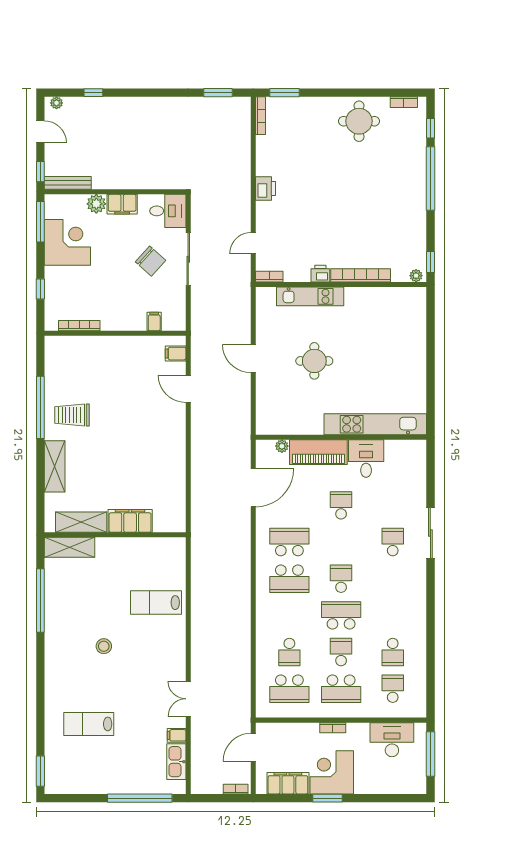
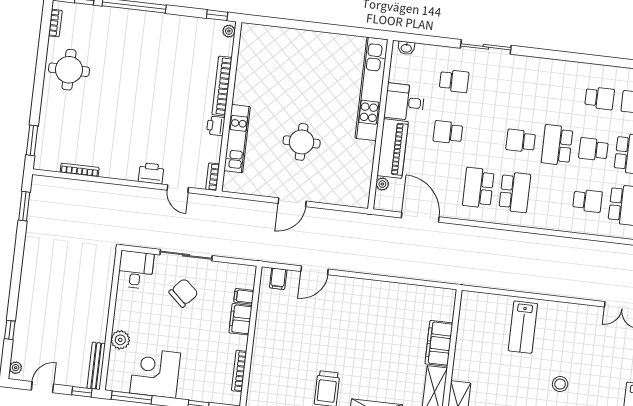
bookcase: (261, 116) -> (80, 170), moved
printer: (266, 188) -> (151, 173), moved
filing cabinet: (122, 204) -> (240, 319), moved, turned 180
washbasin: (420, 454) -> (406, 48), added
school desk: (393, 542) -> (454, 81), moved, turned 180

